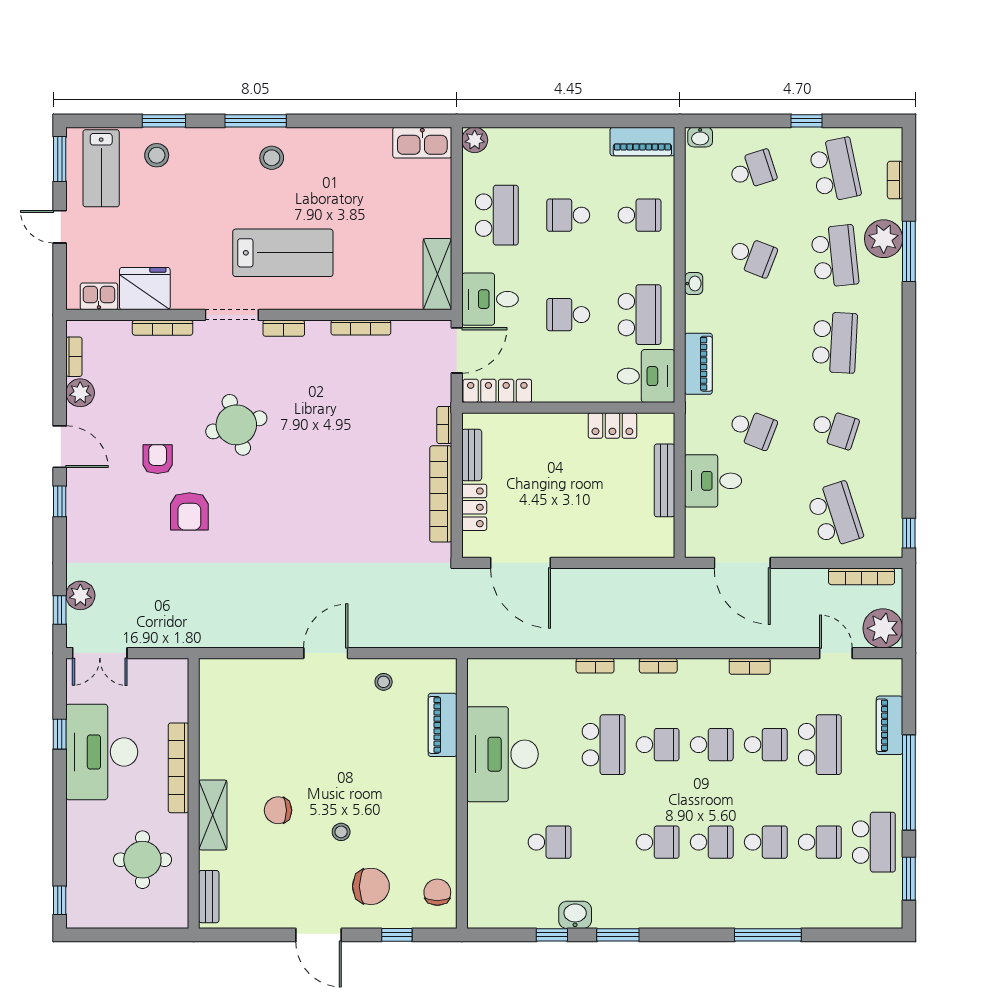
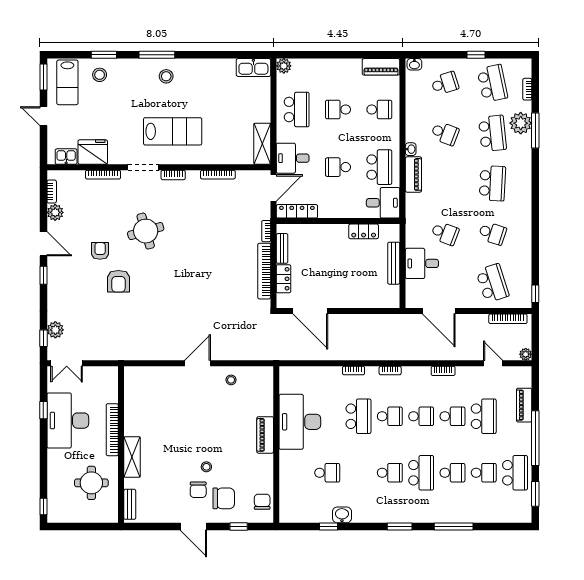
piano: (698, 364) -> (413, 174), moved
plant: (883, 628) -> (526, 354), width x0.53, depth x0.53
piano: (443, 725) -> (265, 435), moved
chair: (278, 810) -> (198, 490), moved, turned -90
school desk: (712, 842) -> (421, 473), width x1.85
window: (618, 935) -> (400, 526), moved

